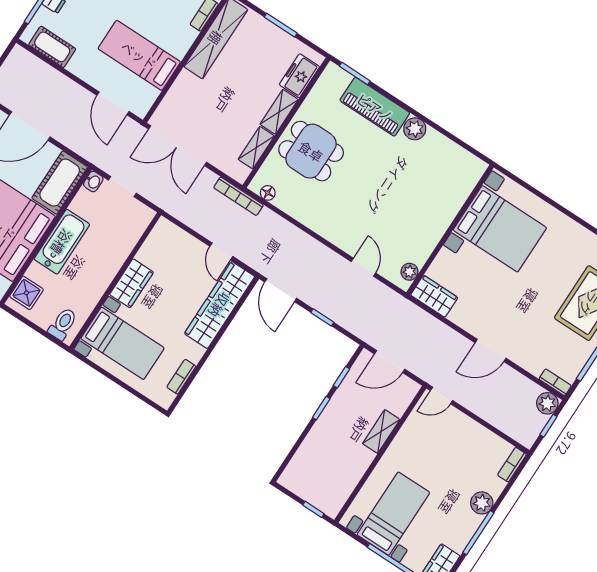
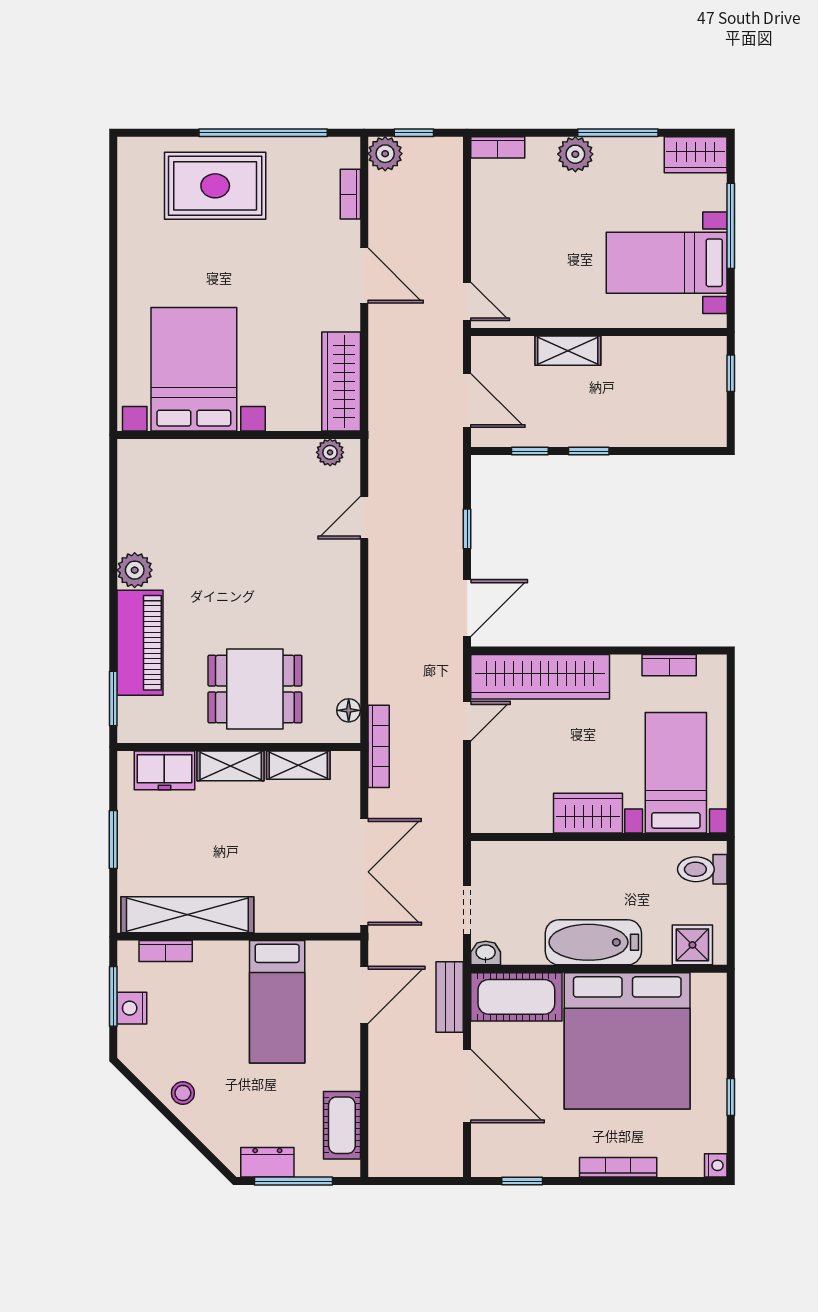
bench: (83, 148) -> (450, 997), added
dining table: (311, 151) -> (255, 689), turned 90
wardrobe: (434, 296) -> (341, 382), width x1.50
bookcase: (555, 382) -> (350, 194), moved

